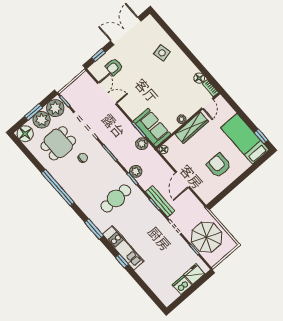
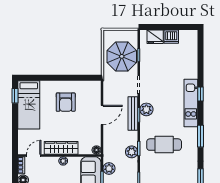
plant: (153, 213) -> (146, 109), added

